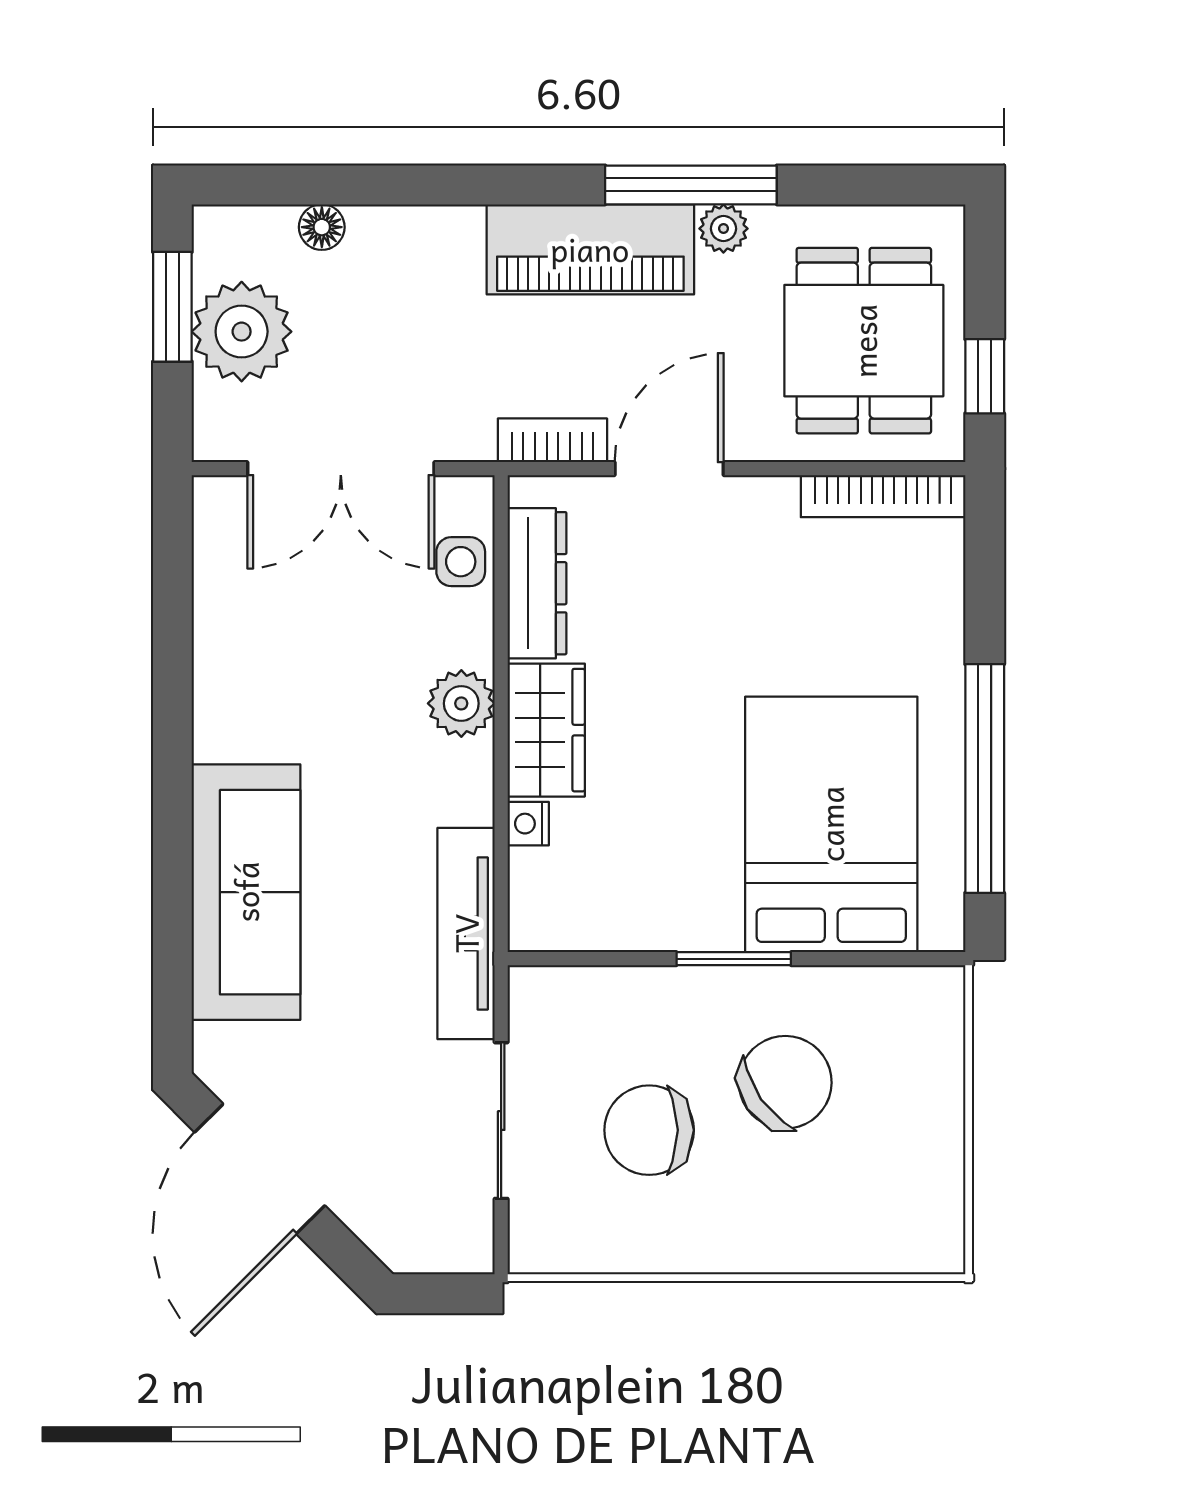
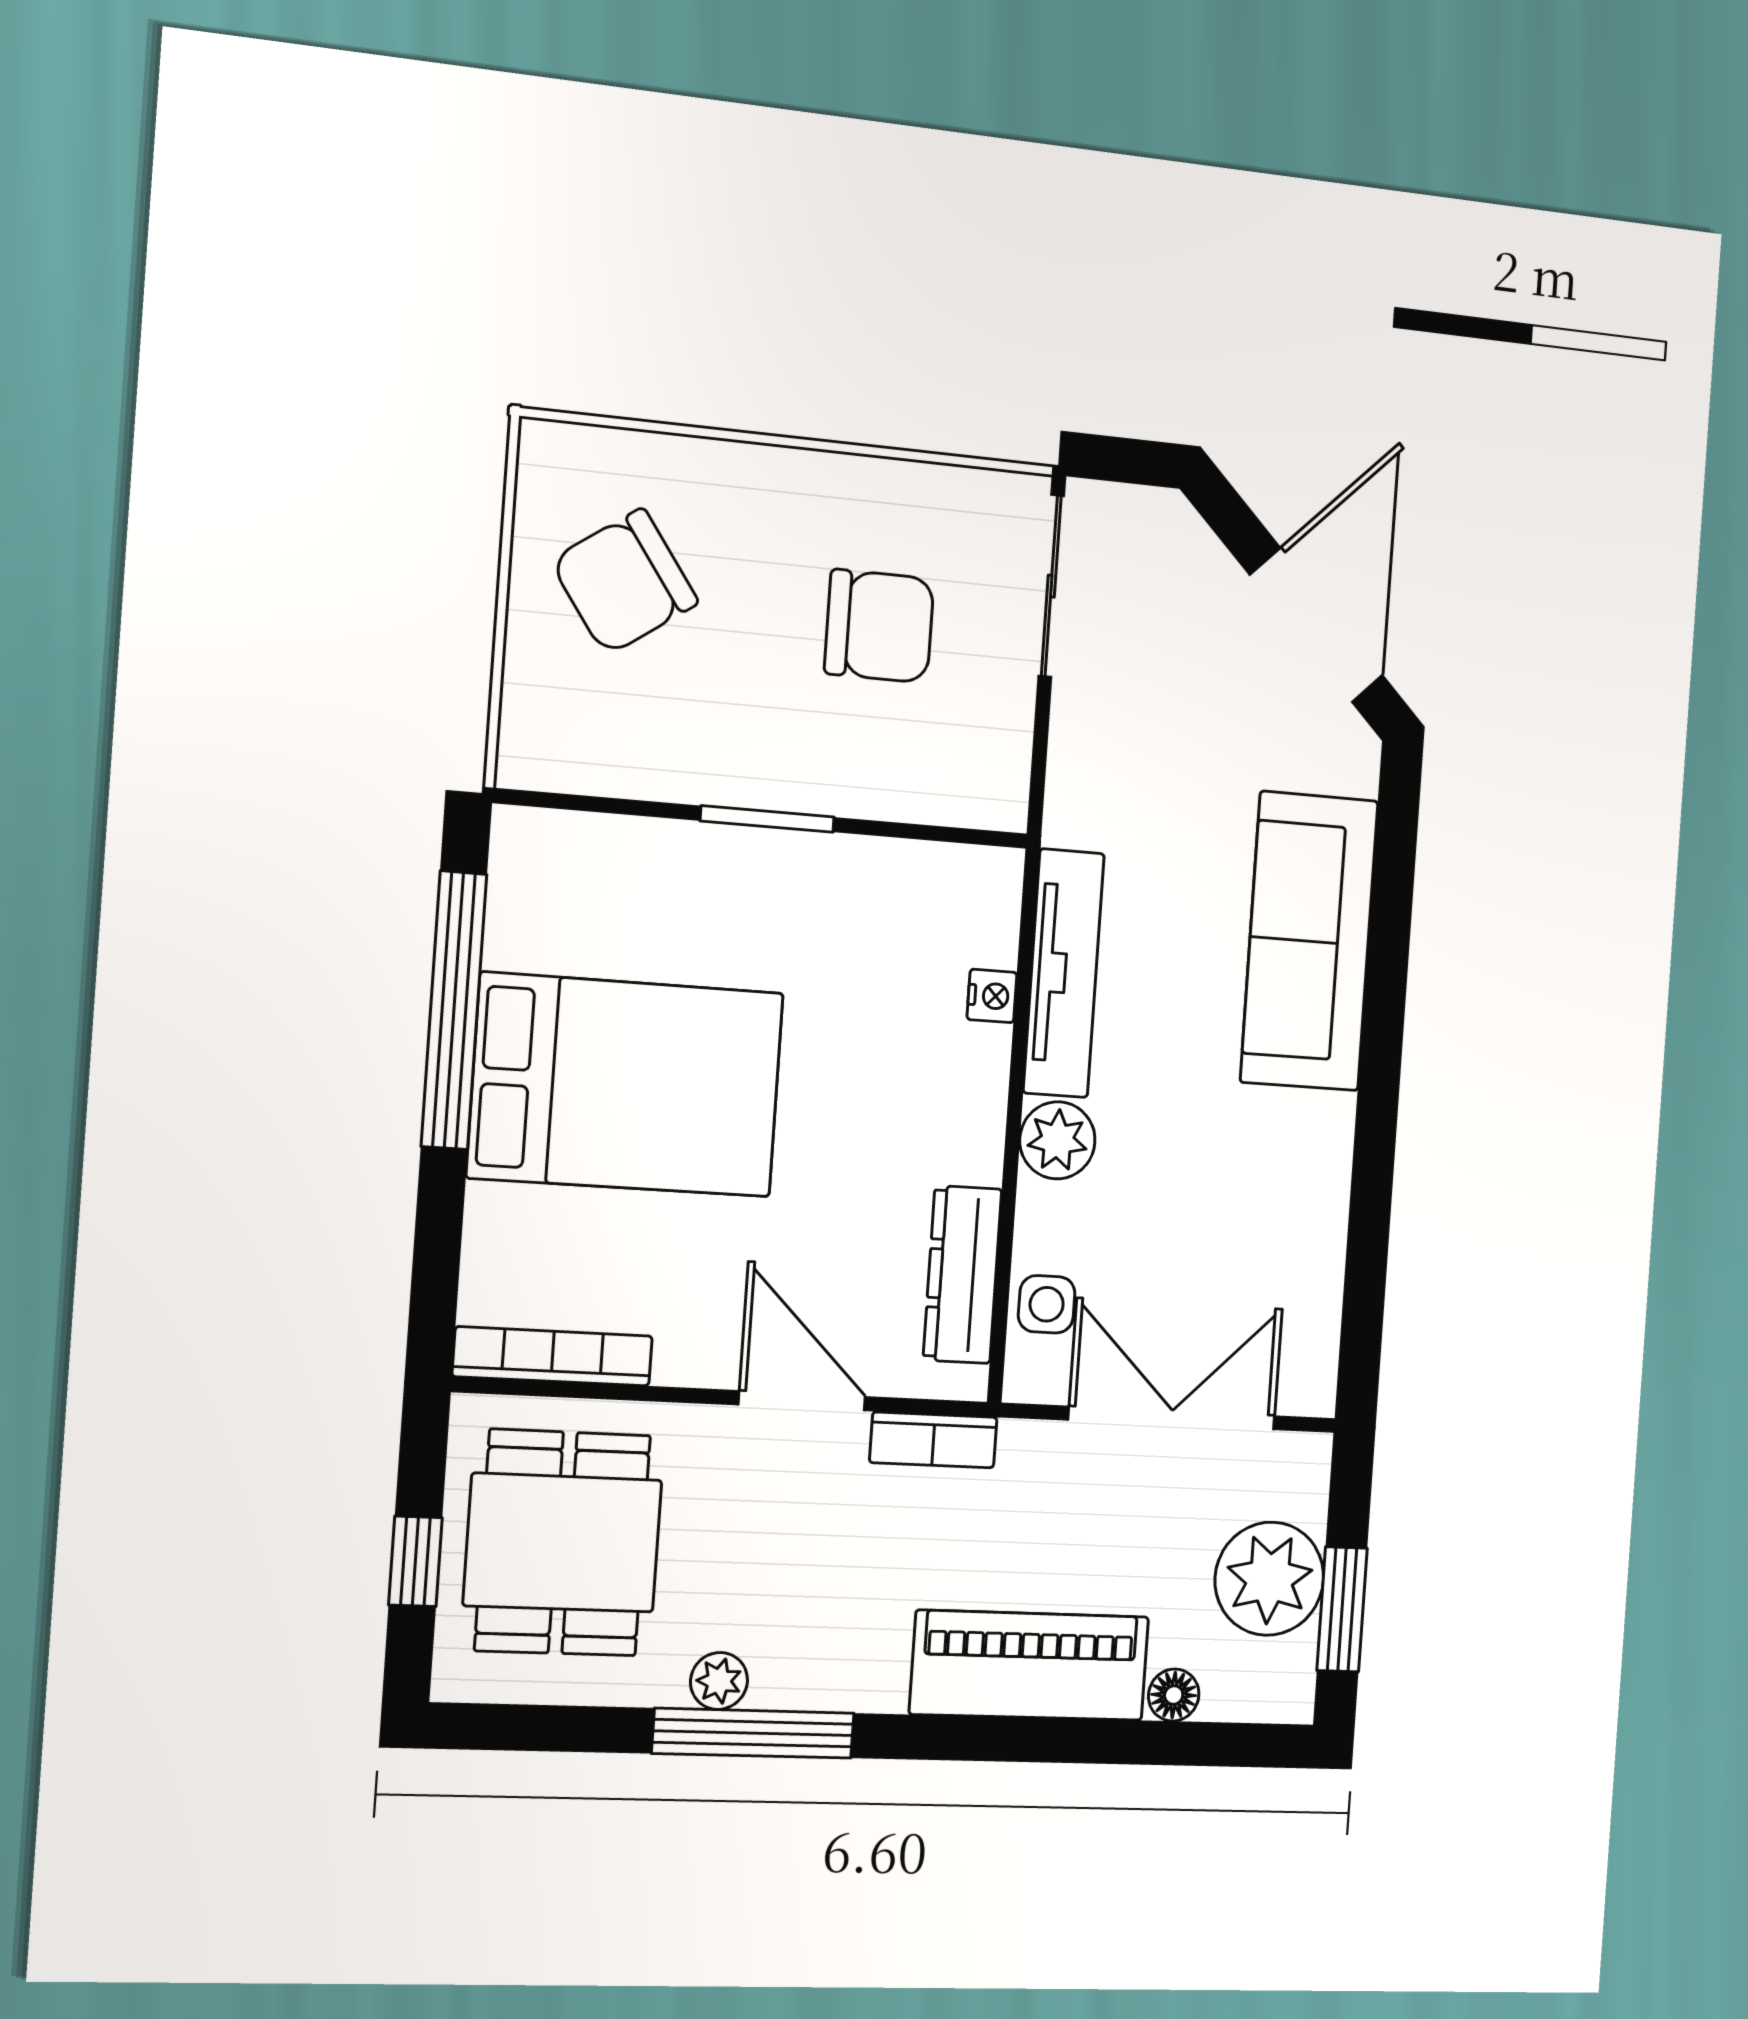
piano: (590, 249) -> (1029, 1665), moved
window: (985, 376) -> (415, 1561), moved
door: (669, 469) -> (802, 1401), swing flipped
wardrobe: (546, 730) -> (964, 1103), removed
bed: (831, 824) -> (626, 1085), moved, turned -90
tv unit: (466, 933) -> (1064, 973), moved
chair: (785, 1082) -> (624, 582), moved
sliding door: (501, 1121) -> (1051, 586), moved

